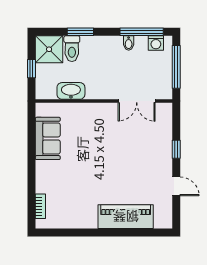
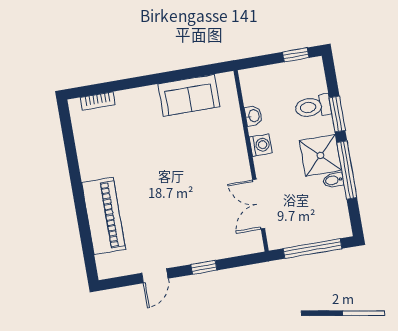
window: (142, 32) -> (347, 170), moved
washing machine: (156, 43) -> (261, 145), moved, turned 180
shower: (49, 49) -> (320, 155), moved
window: (32, 69) -> (296, 55), moved
washbasin: (71, 91) -> (253, 116), width x0.52, depth x0.69

